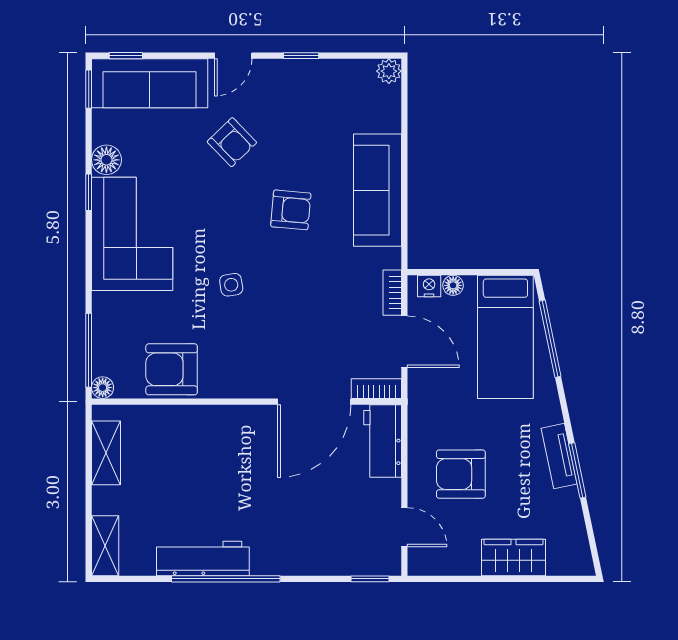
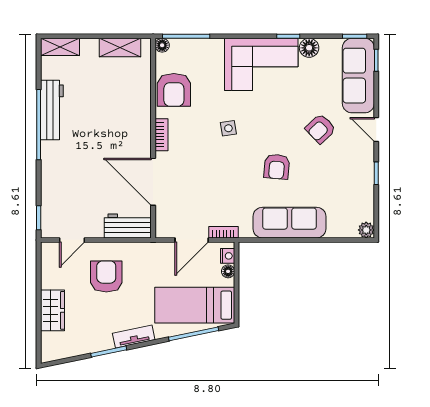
armchair: (172, 369) -> (174, 90), turned 180
bookcase: (376, 389) -> (162, 135), moved
tv unit: (559, 456) -> (134, 337), moved

